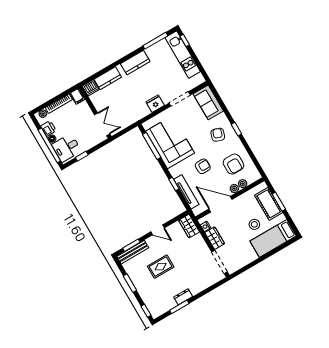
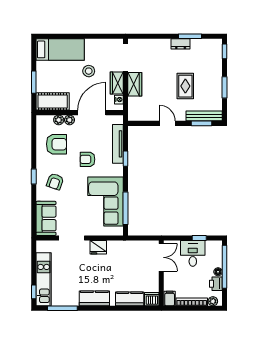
double door: (102, 124) -> (161, 257), swing flipped
desk: (67, 148) -> (193, 253), moved, turned -90
armchair: (233, 164) -> (56, 144), turned 90
door: (220, 204) -> (92, 113), swing flipped
cot: (269, 204) -> (53, 101), moved, turned 90
stool: (254, 224) -> (89, 71), moved
wardrobe: (189, 226) -> (135, 84), moved
rug: (161, 267) -> (185, 86), turned 90

